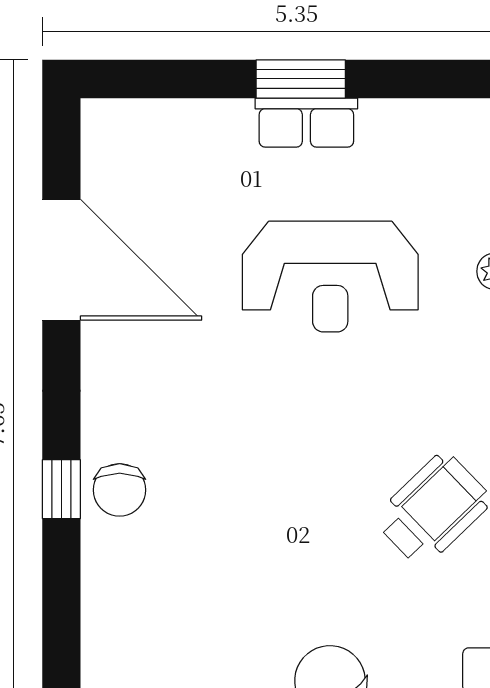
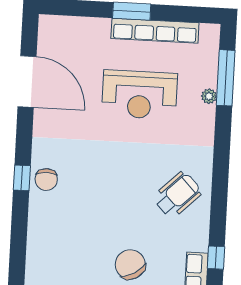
row of seats: (306, 123) -> (155, 31), width x2.02

